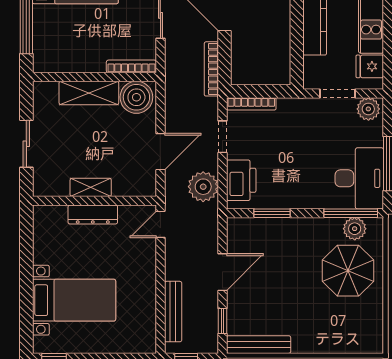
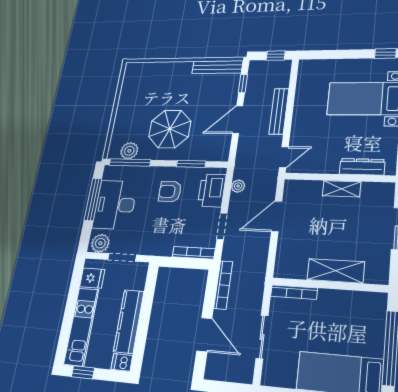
boiler: (136, 97) -> (292, 264), removed
armchair: (293, 177) -> (170, 191), added
desk: (359, 178) -> (115, 205), moved
plant: (203, 187) -> (238, 186), width x0.53, depth x0.53
dresser: (93, 214) -> (362, 167), moved
parasol: (348, 271) -> (170, 129), moved
bench: (173, 312) -> (279, 111), moved

